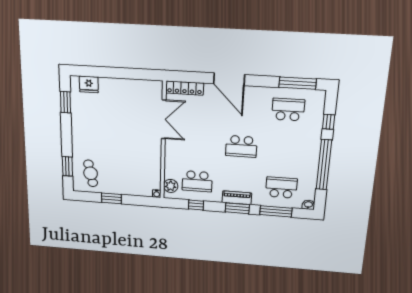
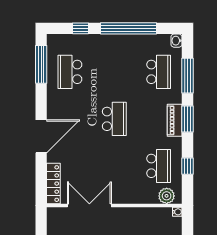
school desk: (281, 188) -> (159, 72), turned 180

